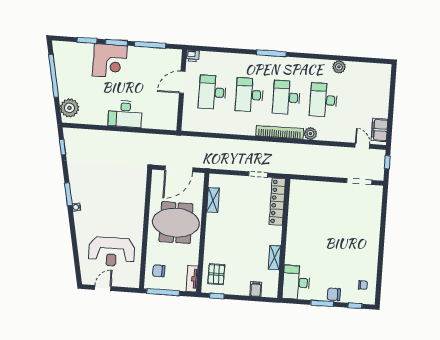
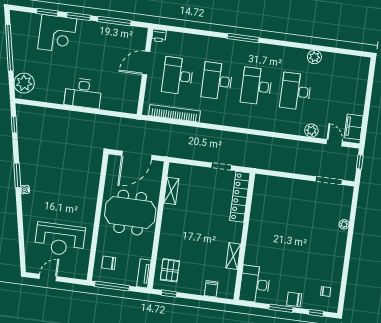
corner desk: (110, 61) -> (57, 34), moved
bookcase: (280, 132) -> (174, 113), moved
plant: (310, 134) -> (311, 130), moved
plant: (376, 221) -> (344, 224), added

